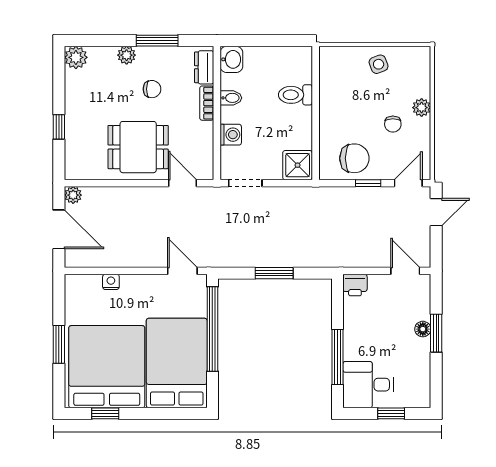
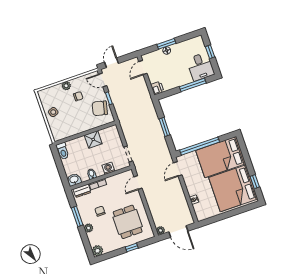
toilet: (295, 95) -> (63, 151), moved
dining table: (138, 147) -> (128, 222), moved
chair: (354, 158) -> (100, 108), turned -77
shower: (298, 165) -> (93, 139), moved
door: (436, 212) -> (111, 63), hinge flipped
door: (59, 229) -> (178, 231), swing flipped
window: (59, 344) -> (231, 213), removed

